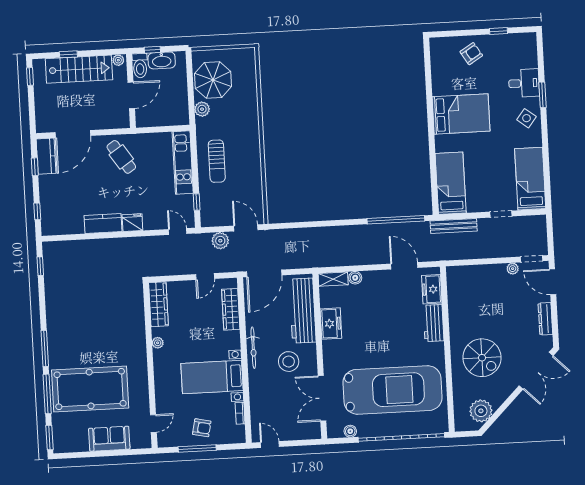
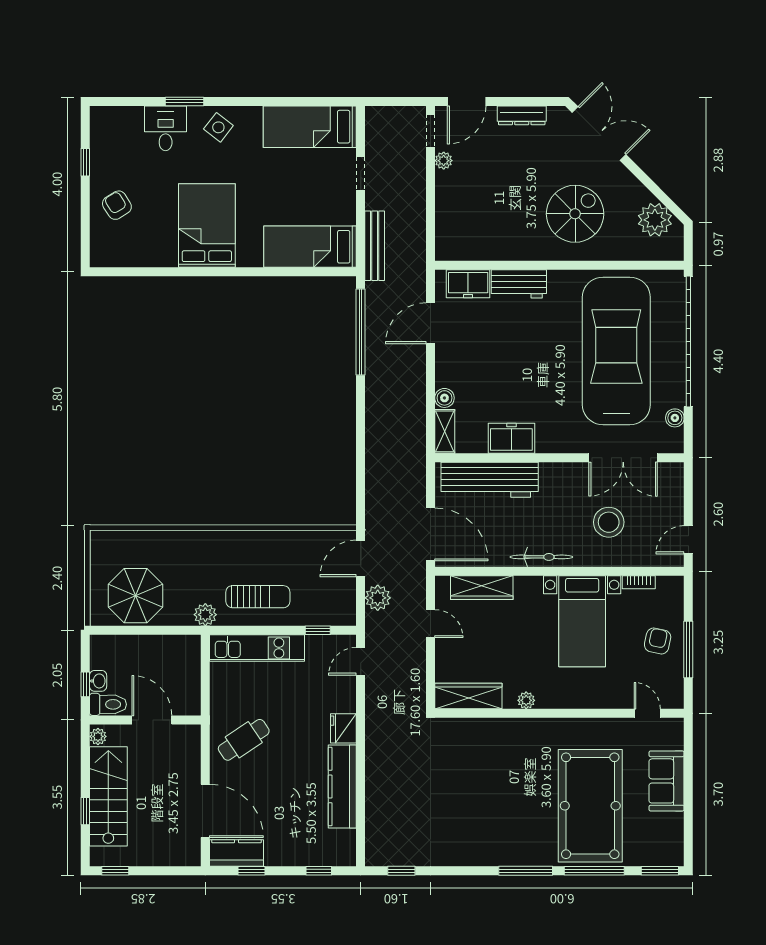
washbasin: (162, 60) -> (98, 681), width x0.52, depth x0.69
plant: (202, 109) -> (205, 615), moved
kitchen counter: (103, 223) -> (342, 787), width x1.50
stool: (289, 362) -> (609, 522), moved

